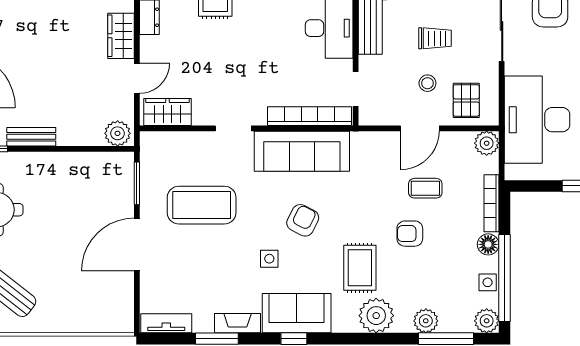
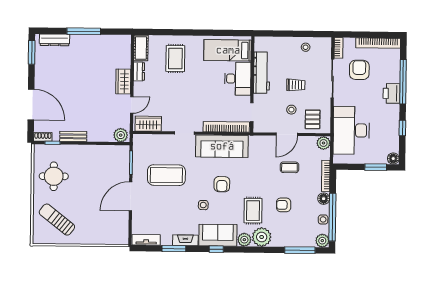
armchair: (303, 220) -> (222, 184), turned 153
armchair: (410, 234) -> (284, 205), moved
plant: (426, 321) -> (244, 240), moved

